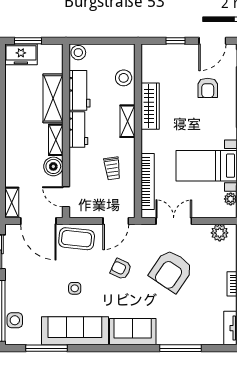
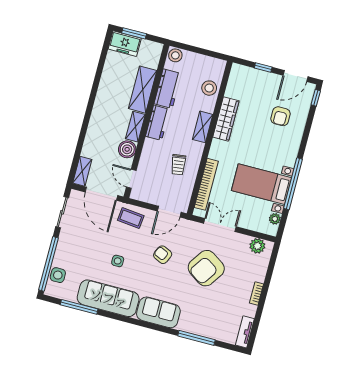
coffee table: (77, 239) -> (131, 218), width x0.73, depth x0.77

